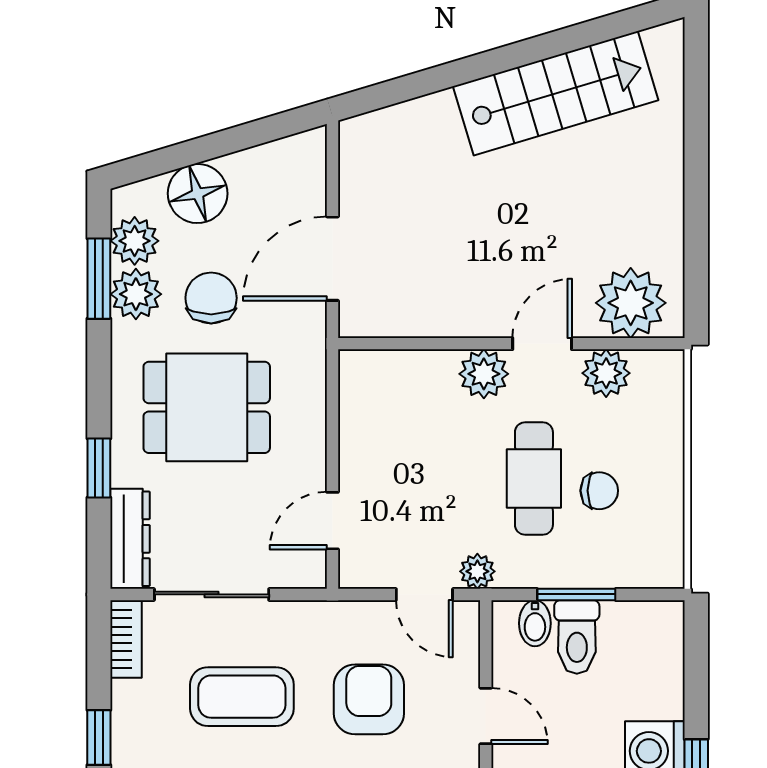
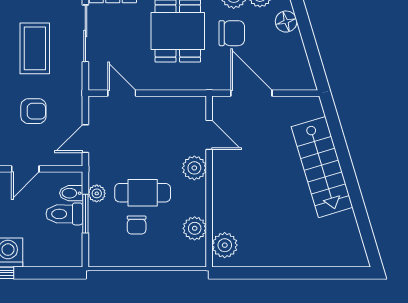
stairs: (556, 93) -> (322, 167), moved
floor lamp: (198, 194) -> (286, 22), width x0.73, depth x0.73
plant: (631, 303) -> (225, 245), width x0.73, depth x0.73
door: (542, 344) -> (209, 135), moved
plant: (477, 571) -> (97, 193), moved
armchair: (369, 699) -> (33, 111), width x0.72, depth x0.72

